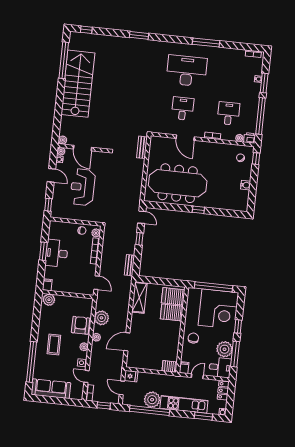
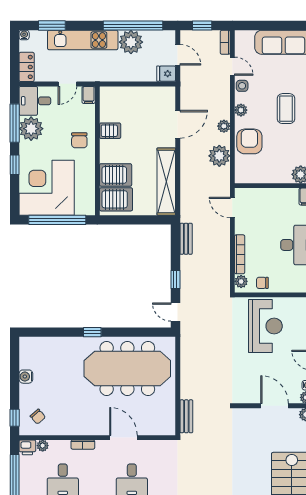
reception desk: (83, 187) -> (265, 326), moved
shelving: (139, 297) -> (166, 182), width x1.47
armchair: (81, 325) -> (249, 141), turned 180
server rack: (170, 366) -> (110, 131), moved

